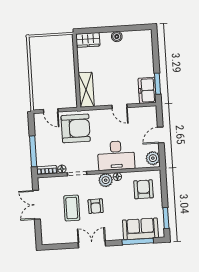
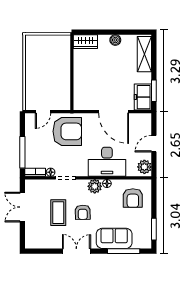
shelving: (86, 90) -> (144, 54), moved
door: (120, 106) -> (114, 112), width x1.87
door: (51, 111) -> (43, 112), hinge flipped
armchair: (143, 189) -> (133, 198), turned 180
sofa: (140, 229) -> (114, 238), moved

